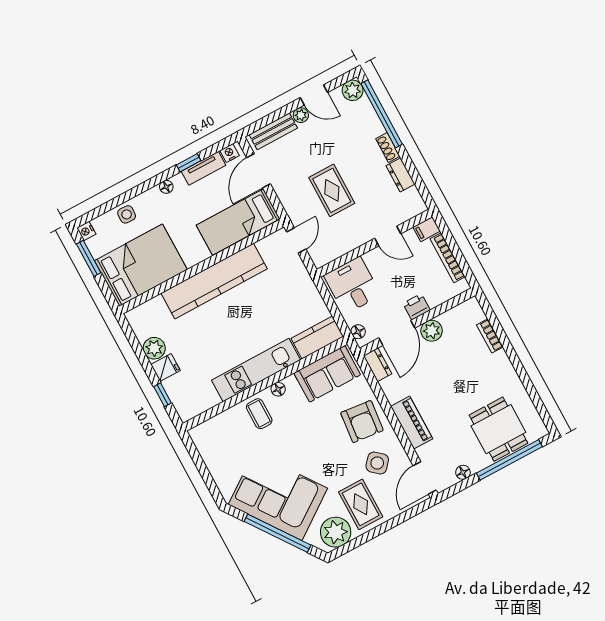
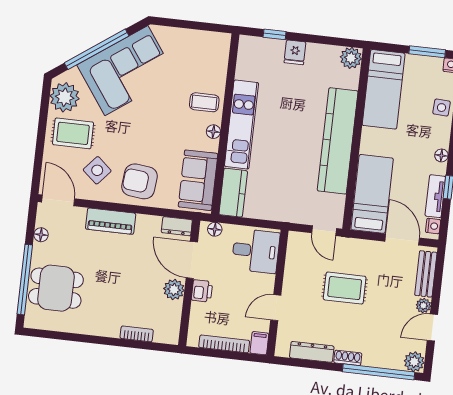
dresser: (400, 175) -> (312, 352), width x1.44
bed: (141, 265) -> (384, 89), width x0.67
plant: (154, 348) -> (351, 58), moved

